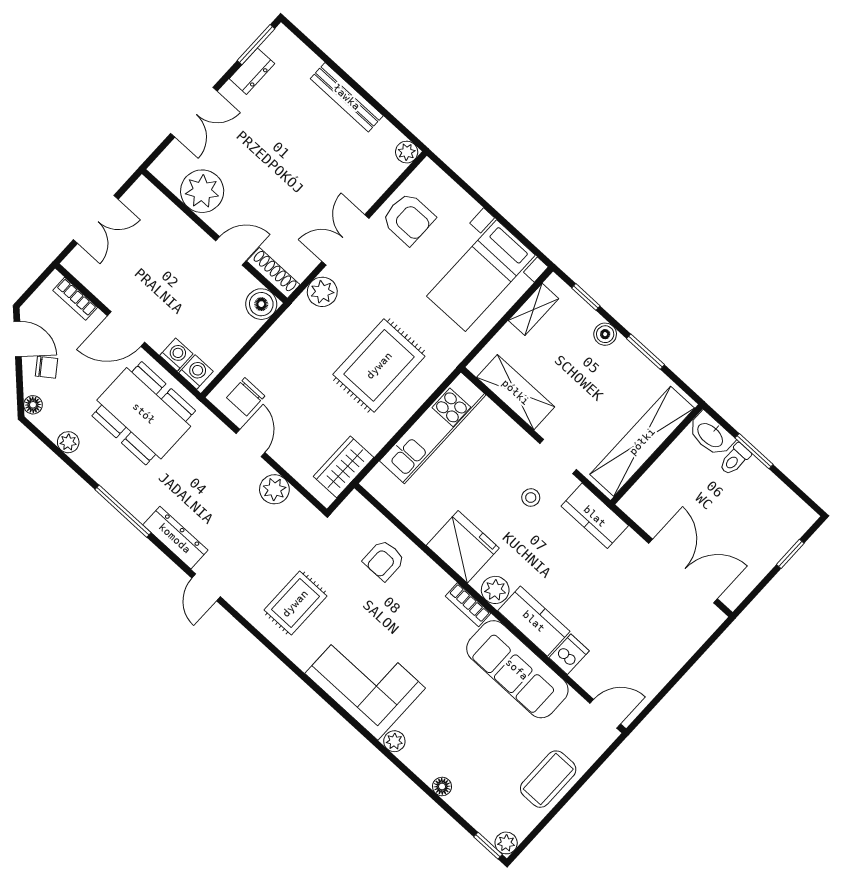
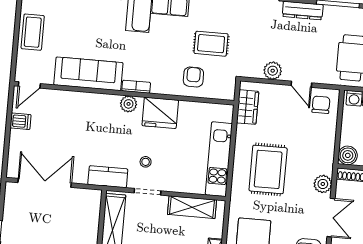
double door: (683, 571) -> (45, 183), swing flipped
rug: (295, 603) -> (211, 44), moved, turned 90
kitchen counter: (534, 621) -> (98, 103), removed
dishwasher: (569, 654) -> (21, 121), moved, turned -90

